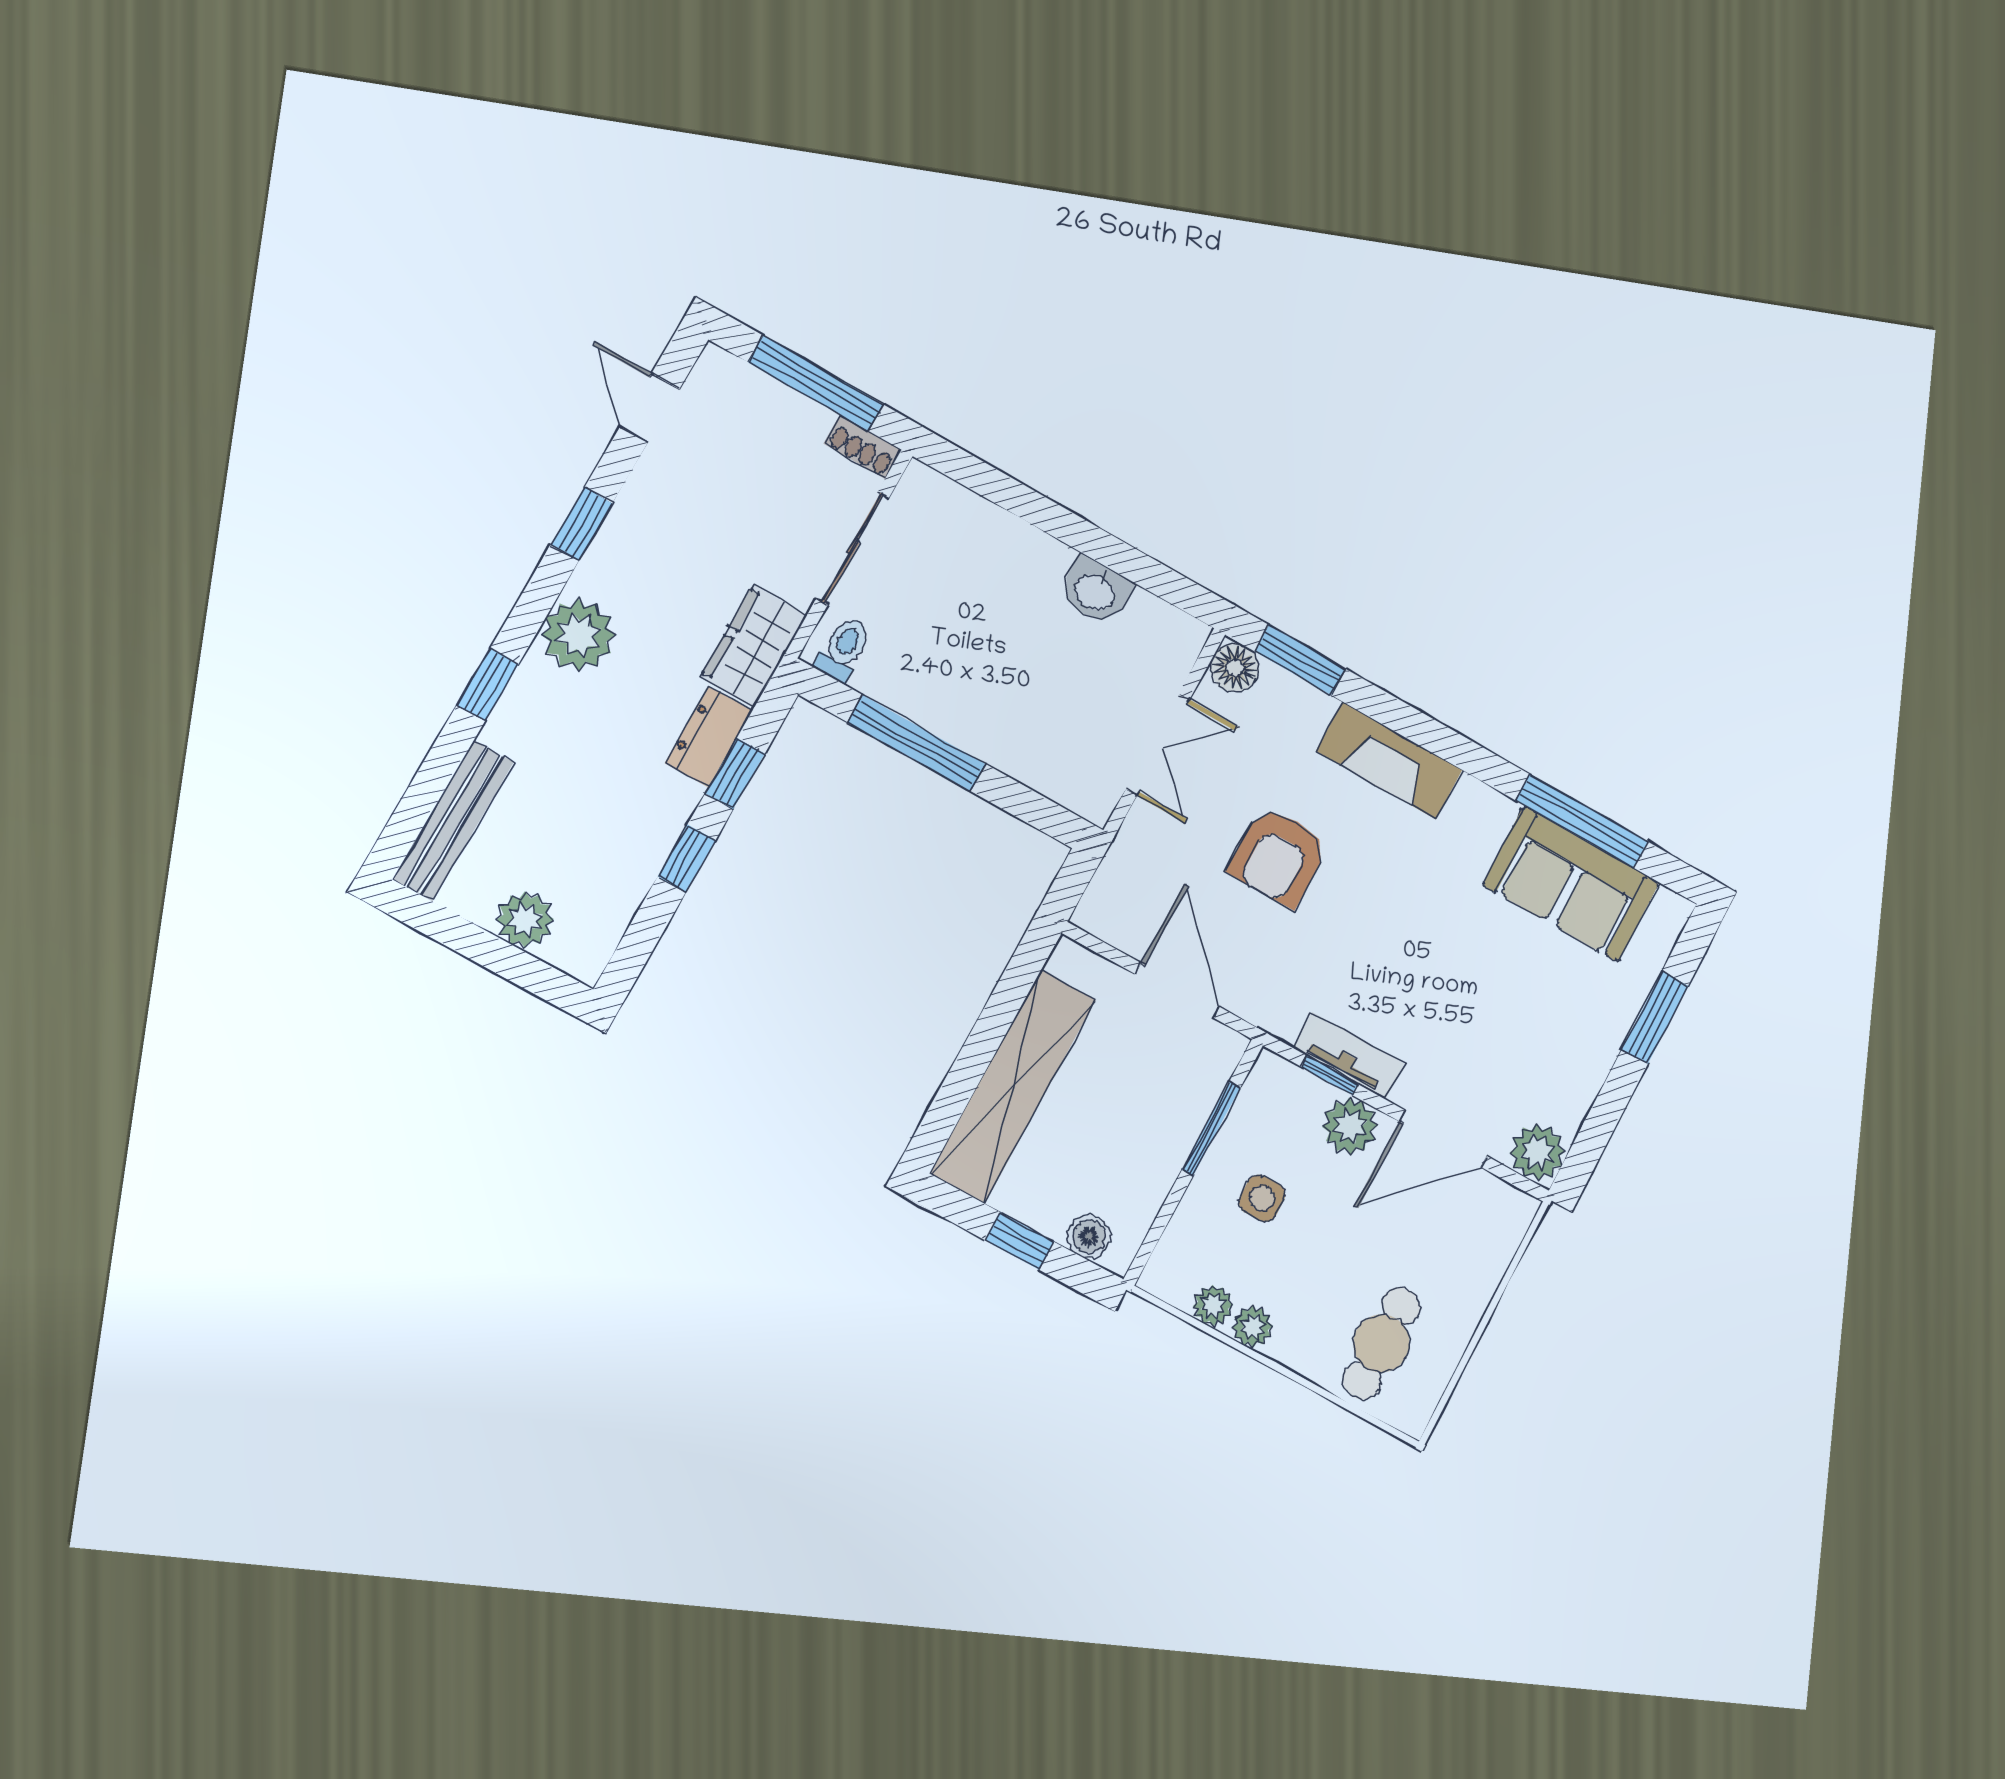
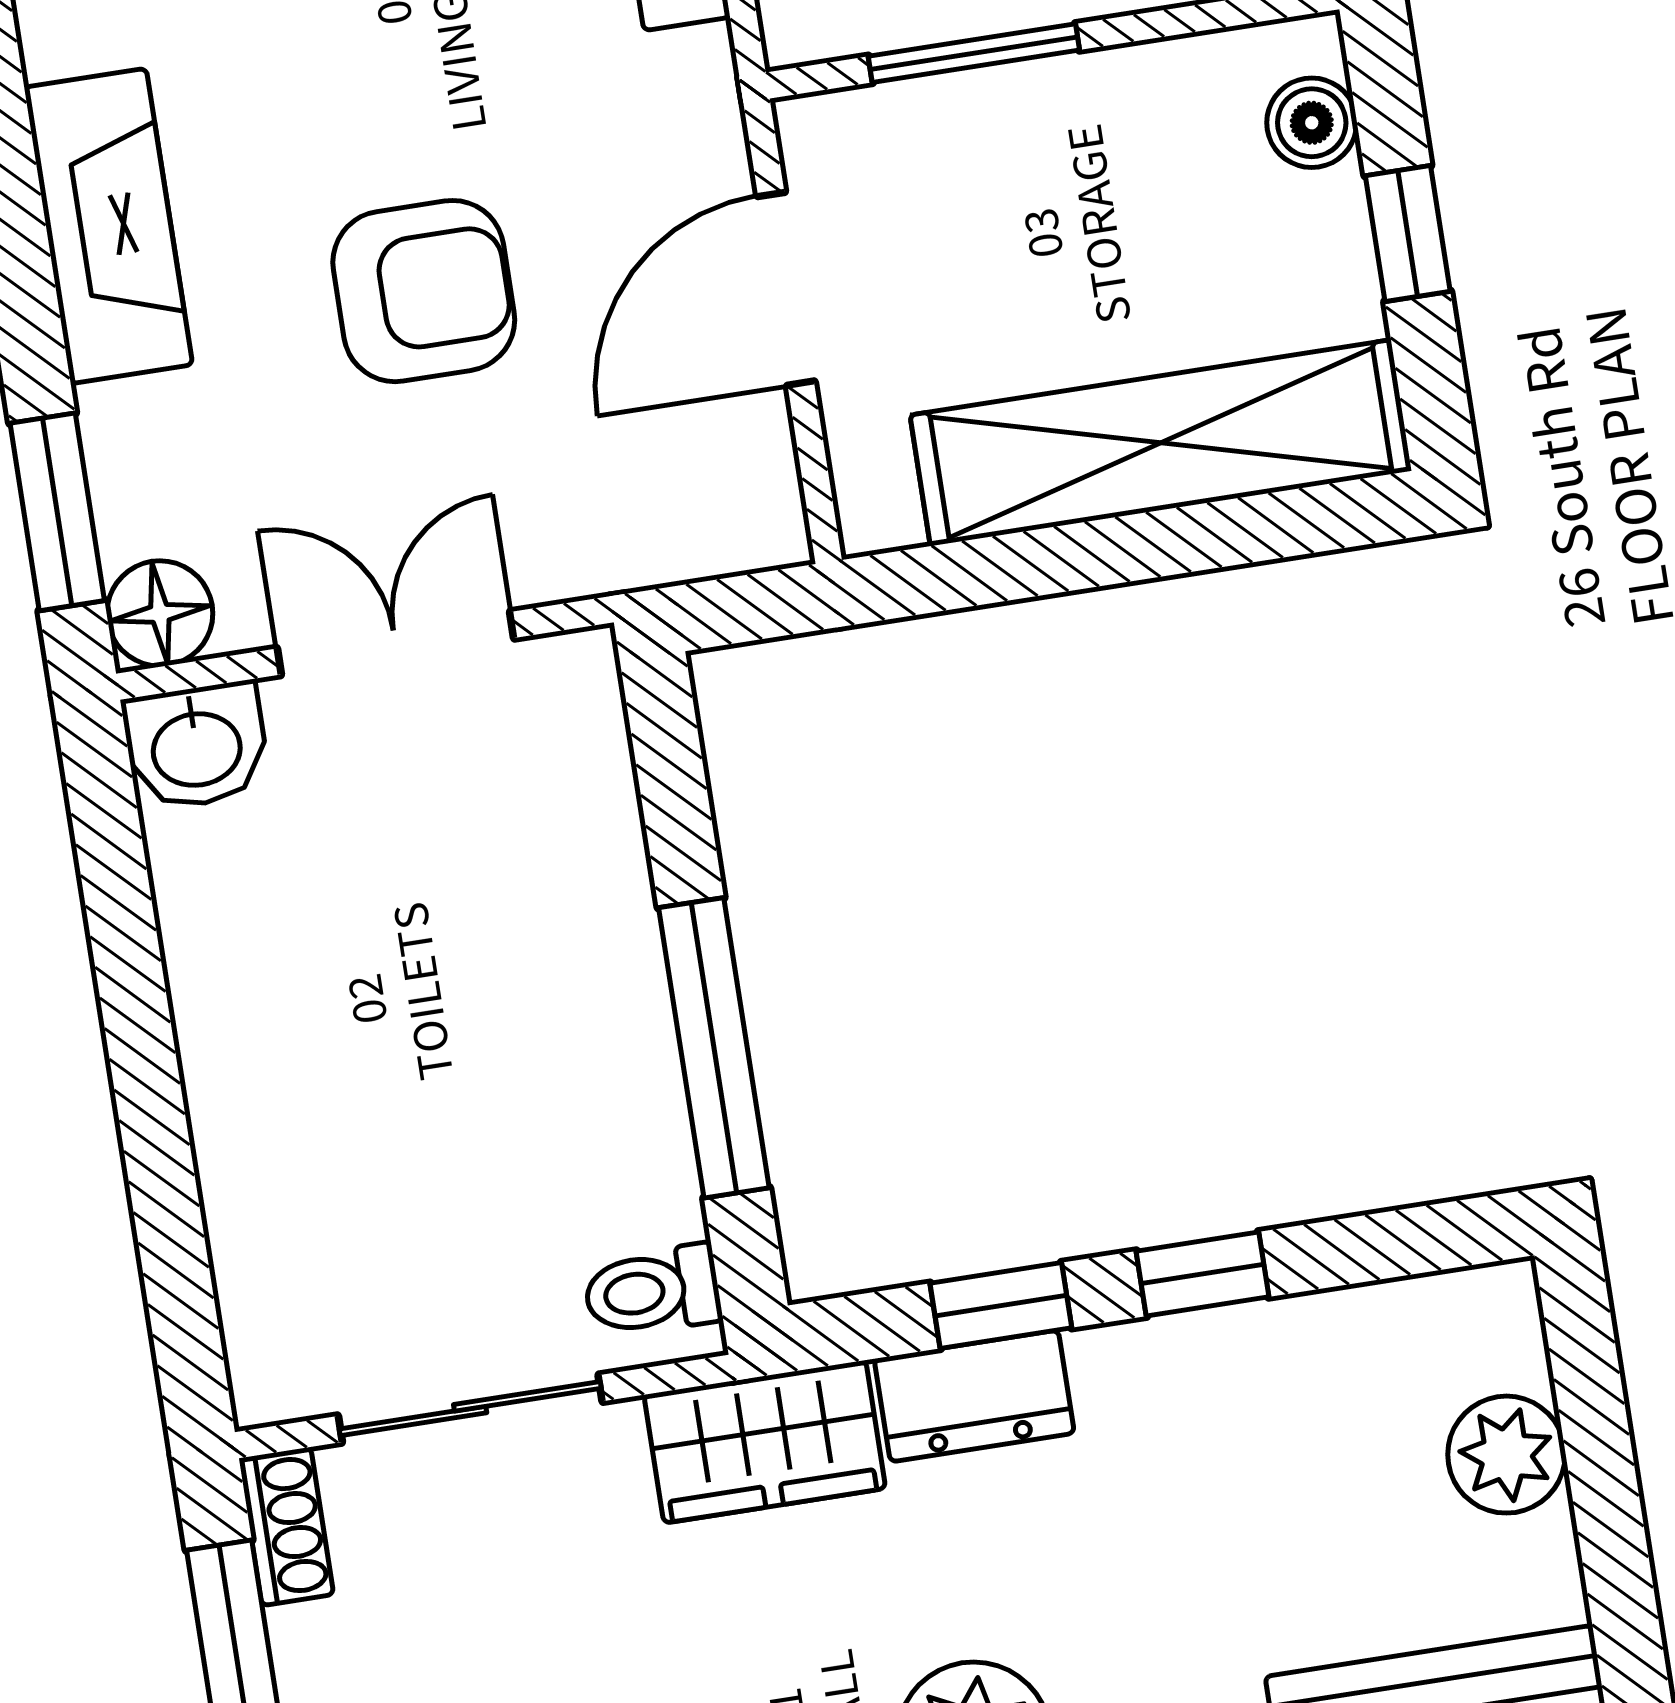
washbasin: (1095, 591) -> (196, 746), moved, turned 90

